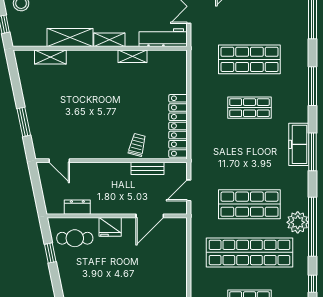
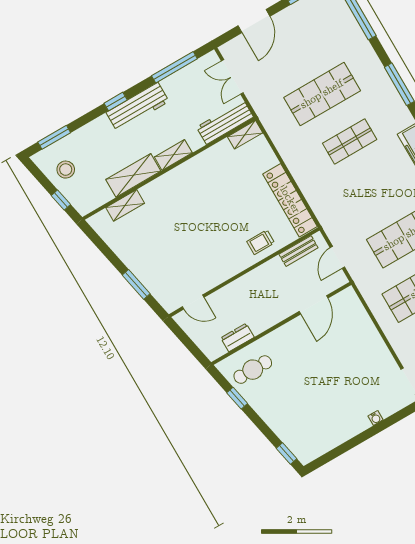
shelving: (133, 56) -> (245, 135), moved
trolley: (137, 145) -> (261, 242), turned -104
bench: (148, 168) -> (299, 251), moved
fridge: (110, 227) -> (281, 338), removed

